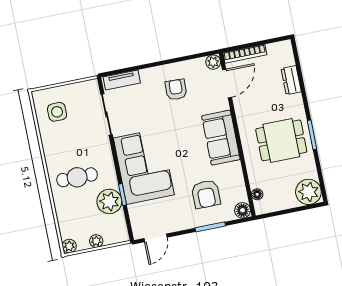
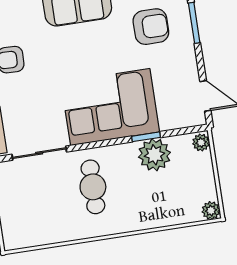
side table: (57, 112) -> (33, 218), removed
cafe table: (77, 177) -> (93, 187), moved
plant: (96, 241) -> (201, 142), moved

